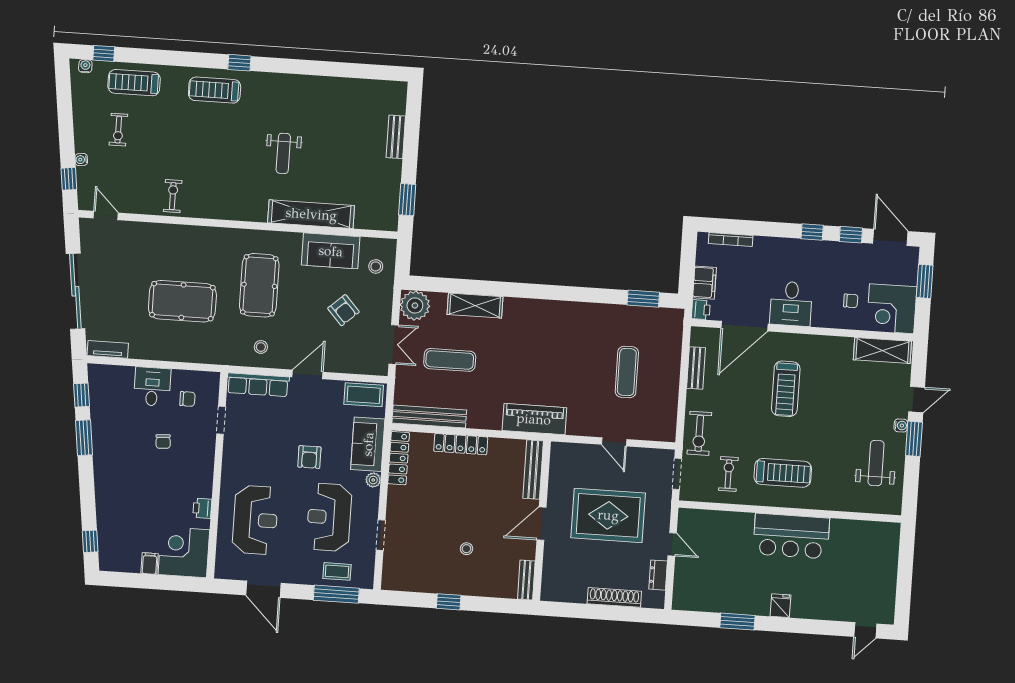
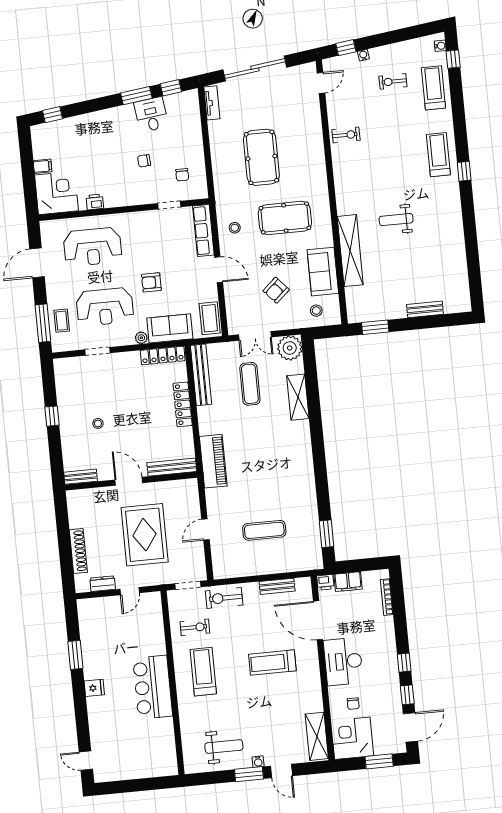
desk: (791, 304) -> (343, 661), width x1.37
desk: (152, 387) -> (151, 115), moved, turned -97
treadmill: (783, 473) -> (203, 672), turned 180
reception desk: (329, 517) -> (105, 307), turned 180

